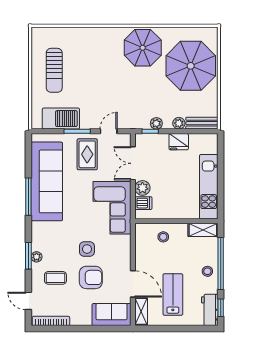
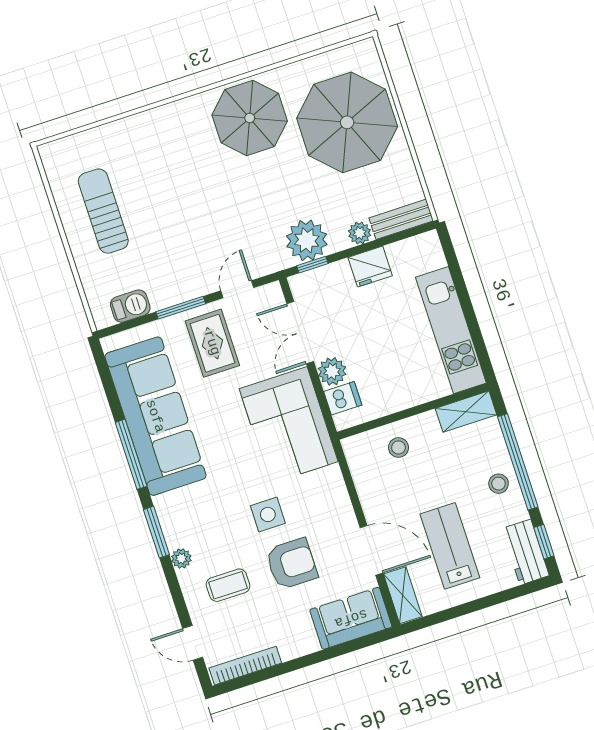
sun lounger: (54, 70) -> (103, 211), turned 180
barbecue: (61, 119) -> (130, 306), width x0.53, depth x0.65
plant: (156, 123) -> (307, 240), width x1.88, depth x1.88
window: (28, 256) -> (156, 532), moved

